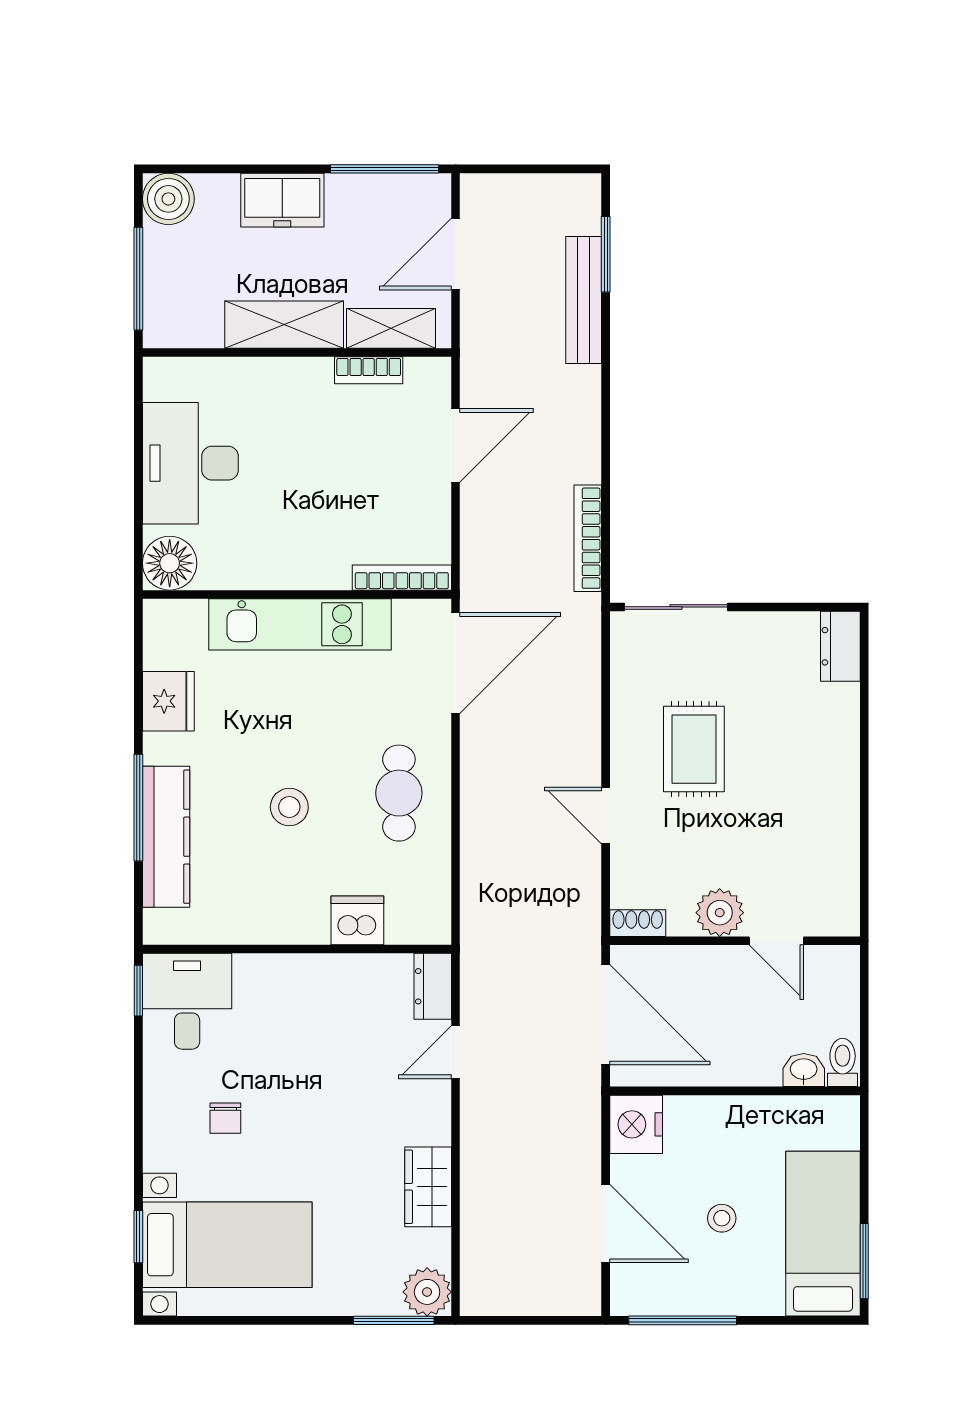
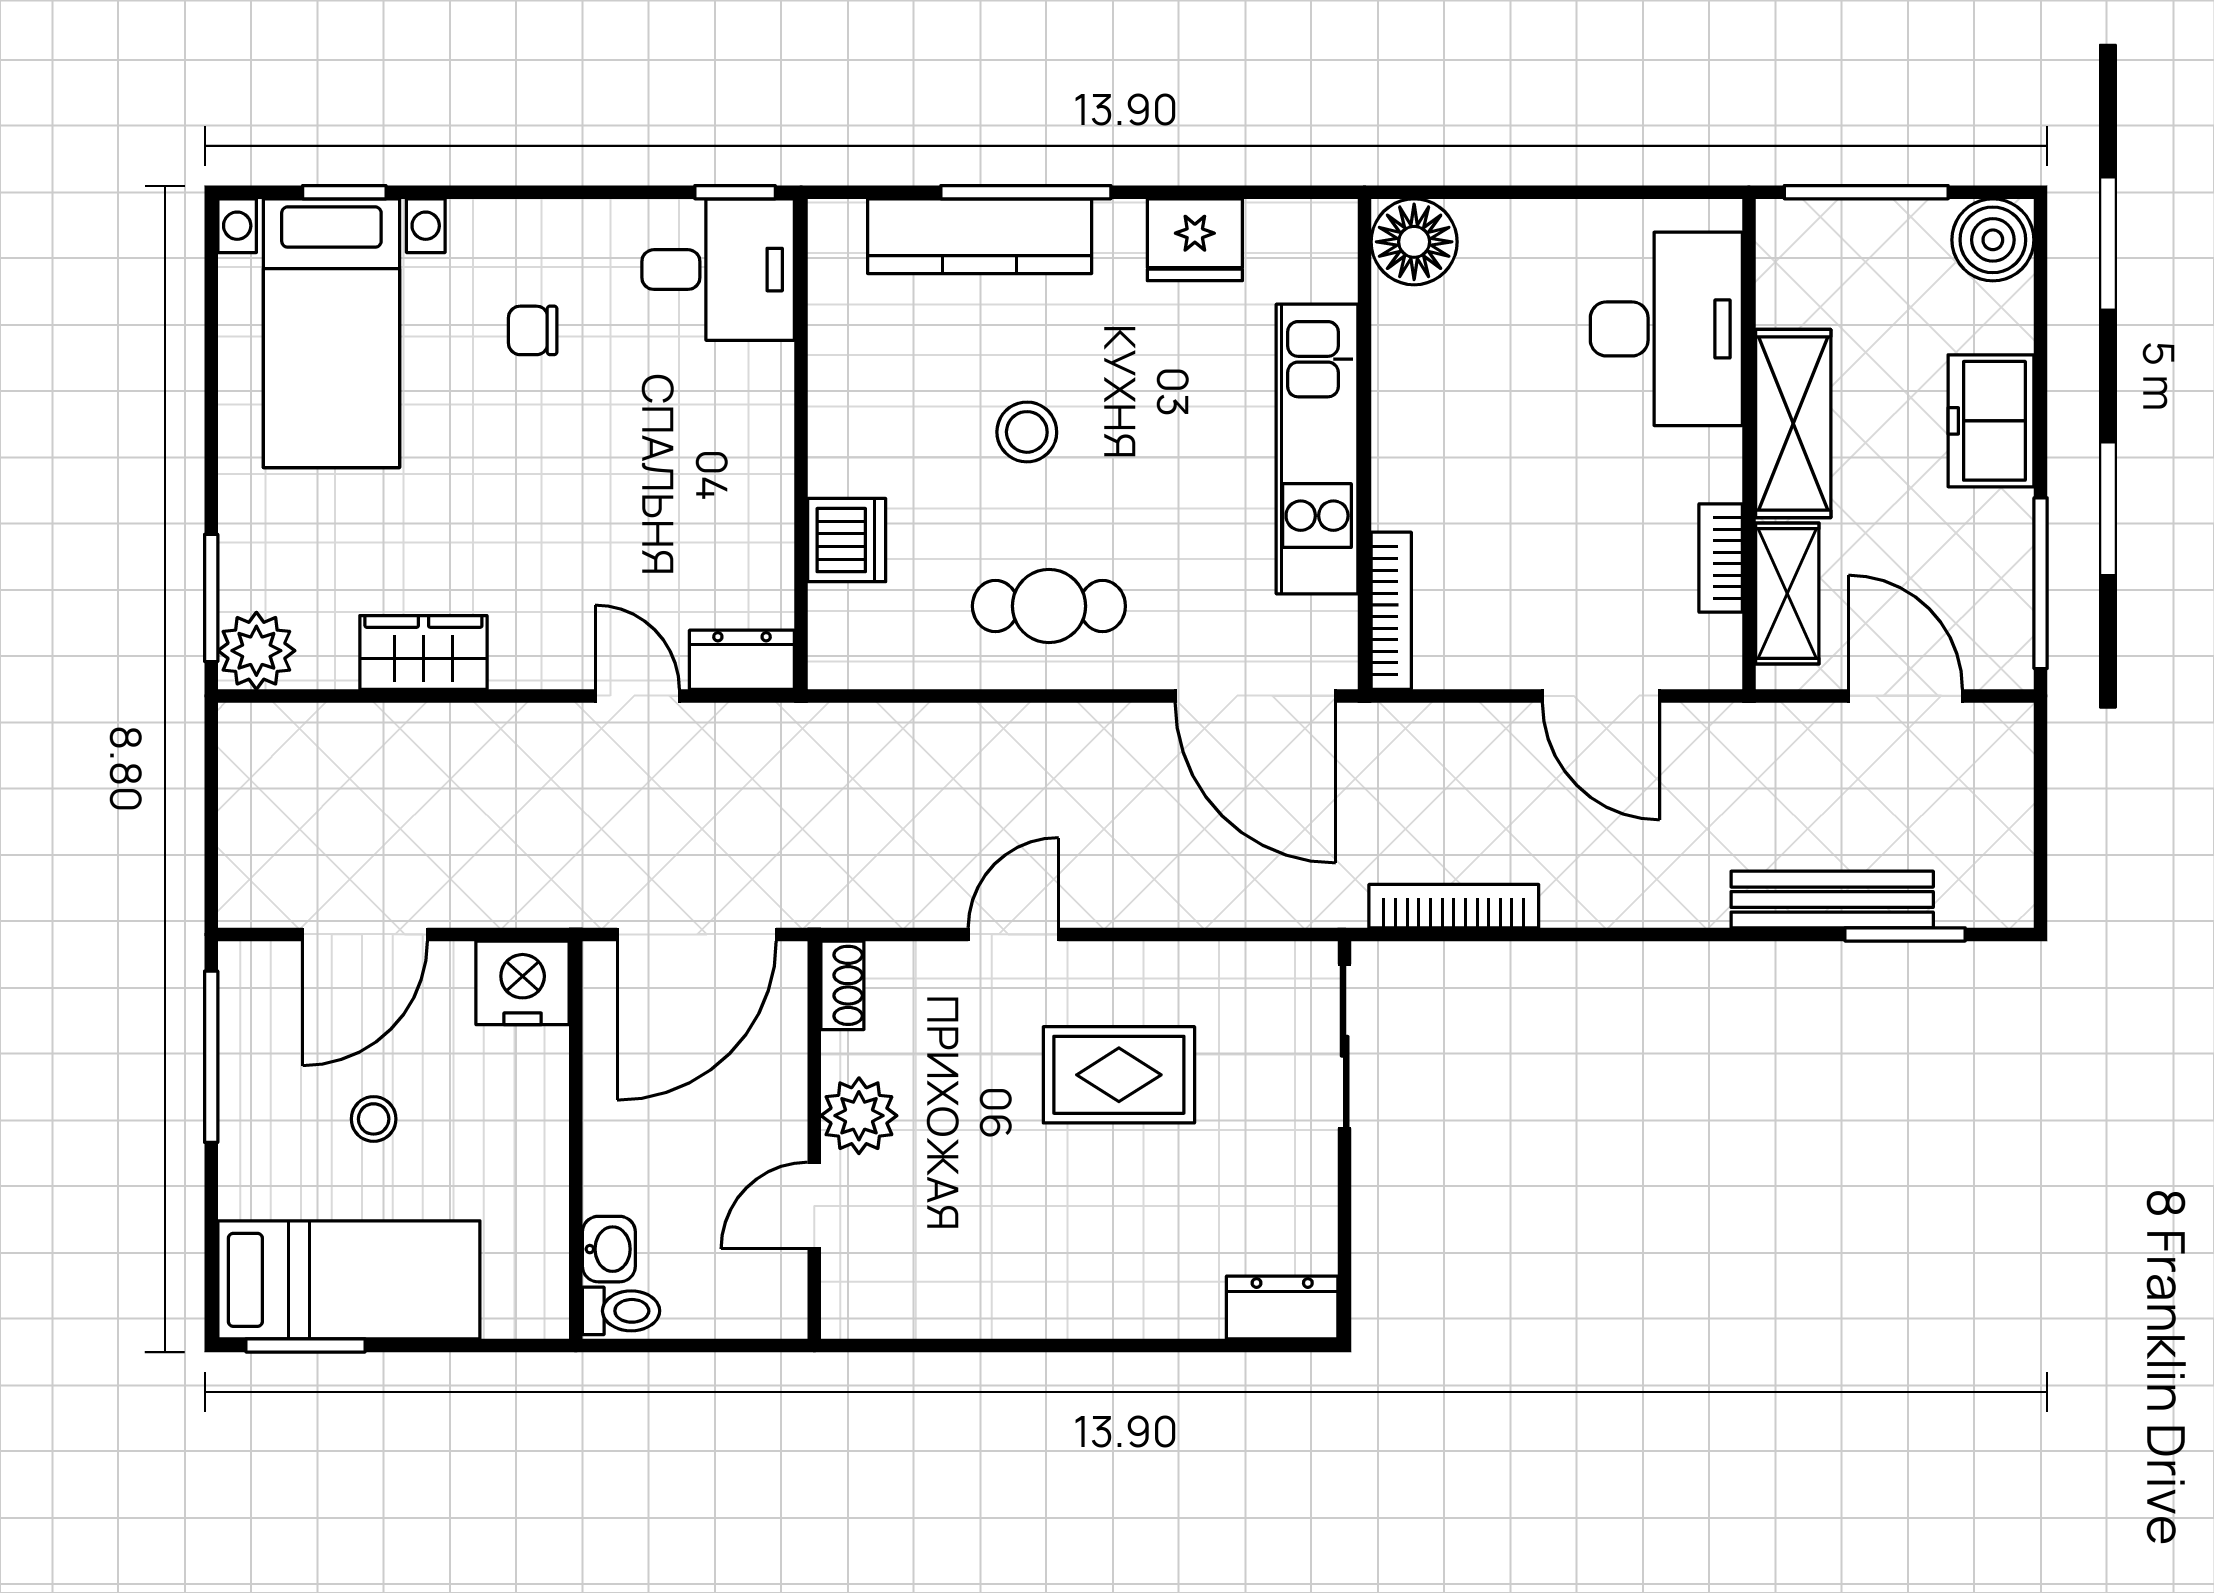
desk: (190, 463) -> (1666, 329), moved, turned 90

